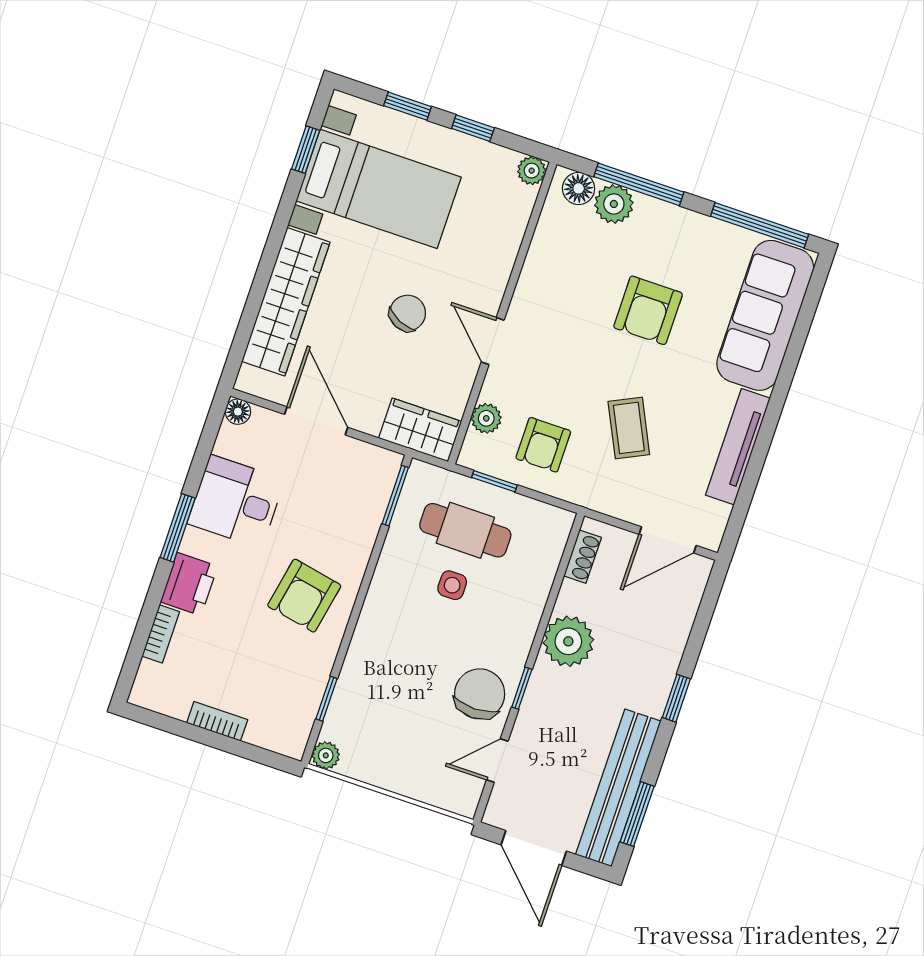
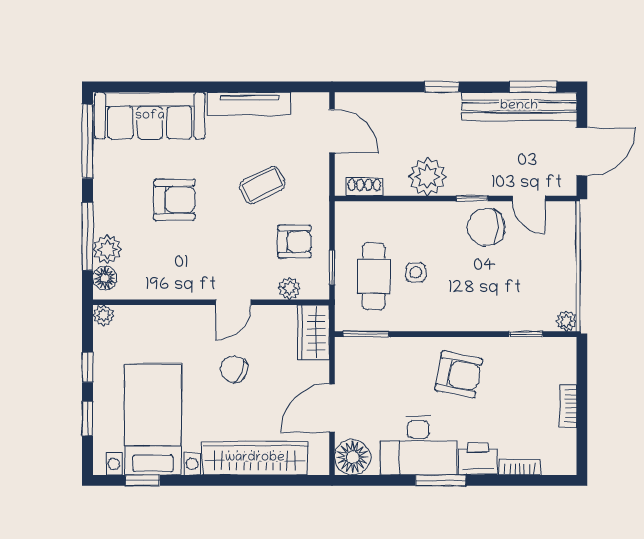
floor lamp: (238, 412) -> (353, 457), width x1.89, depth x1.89
desk: (236, 501) -> (418, 445), width x1.37

